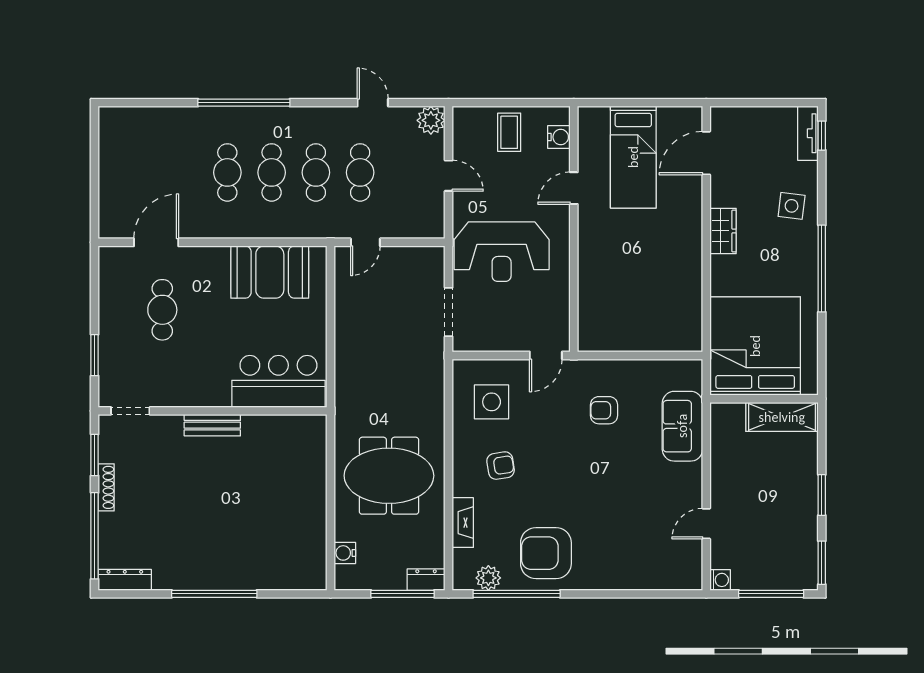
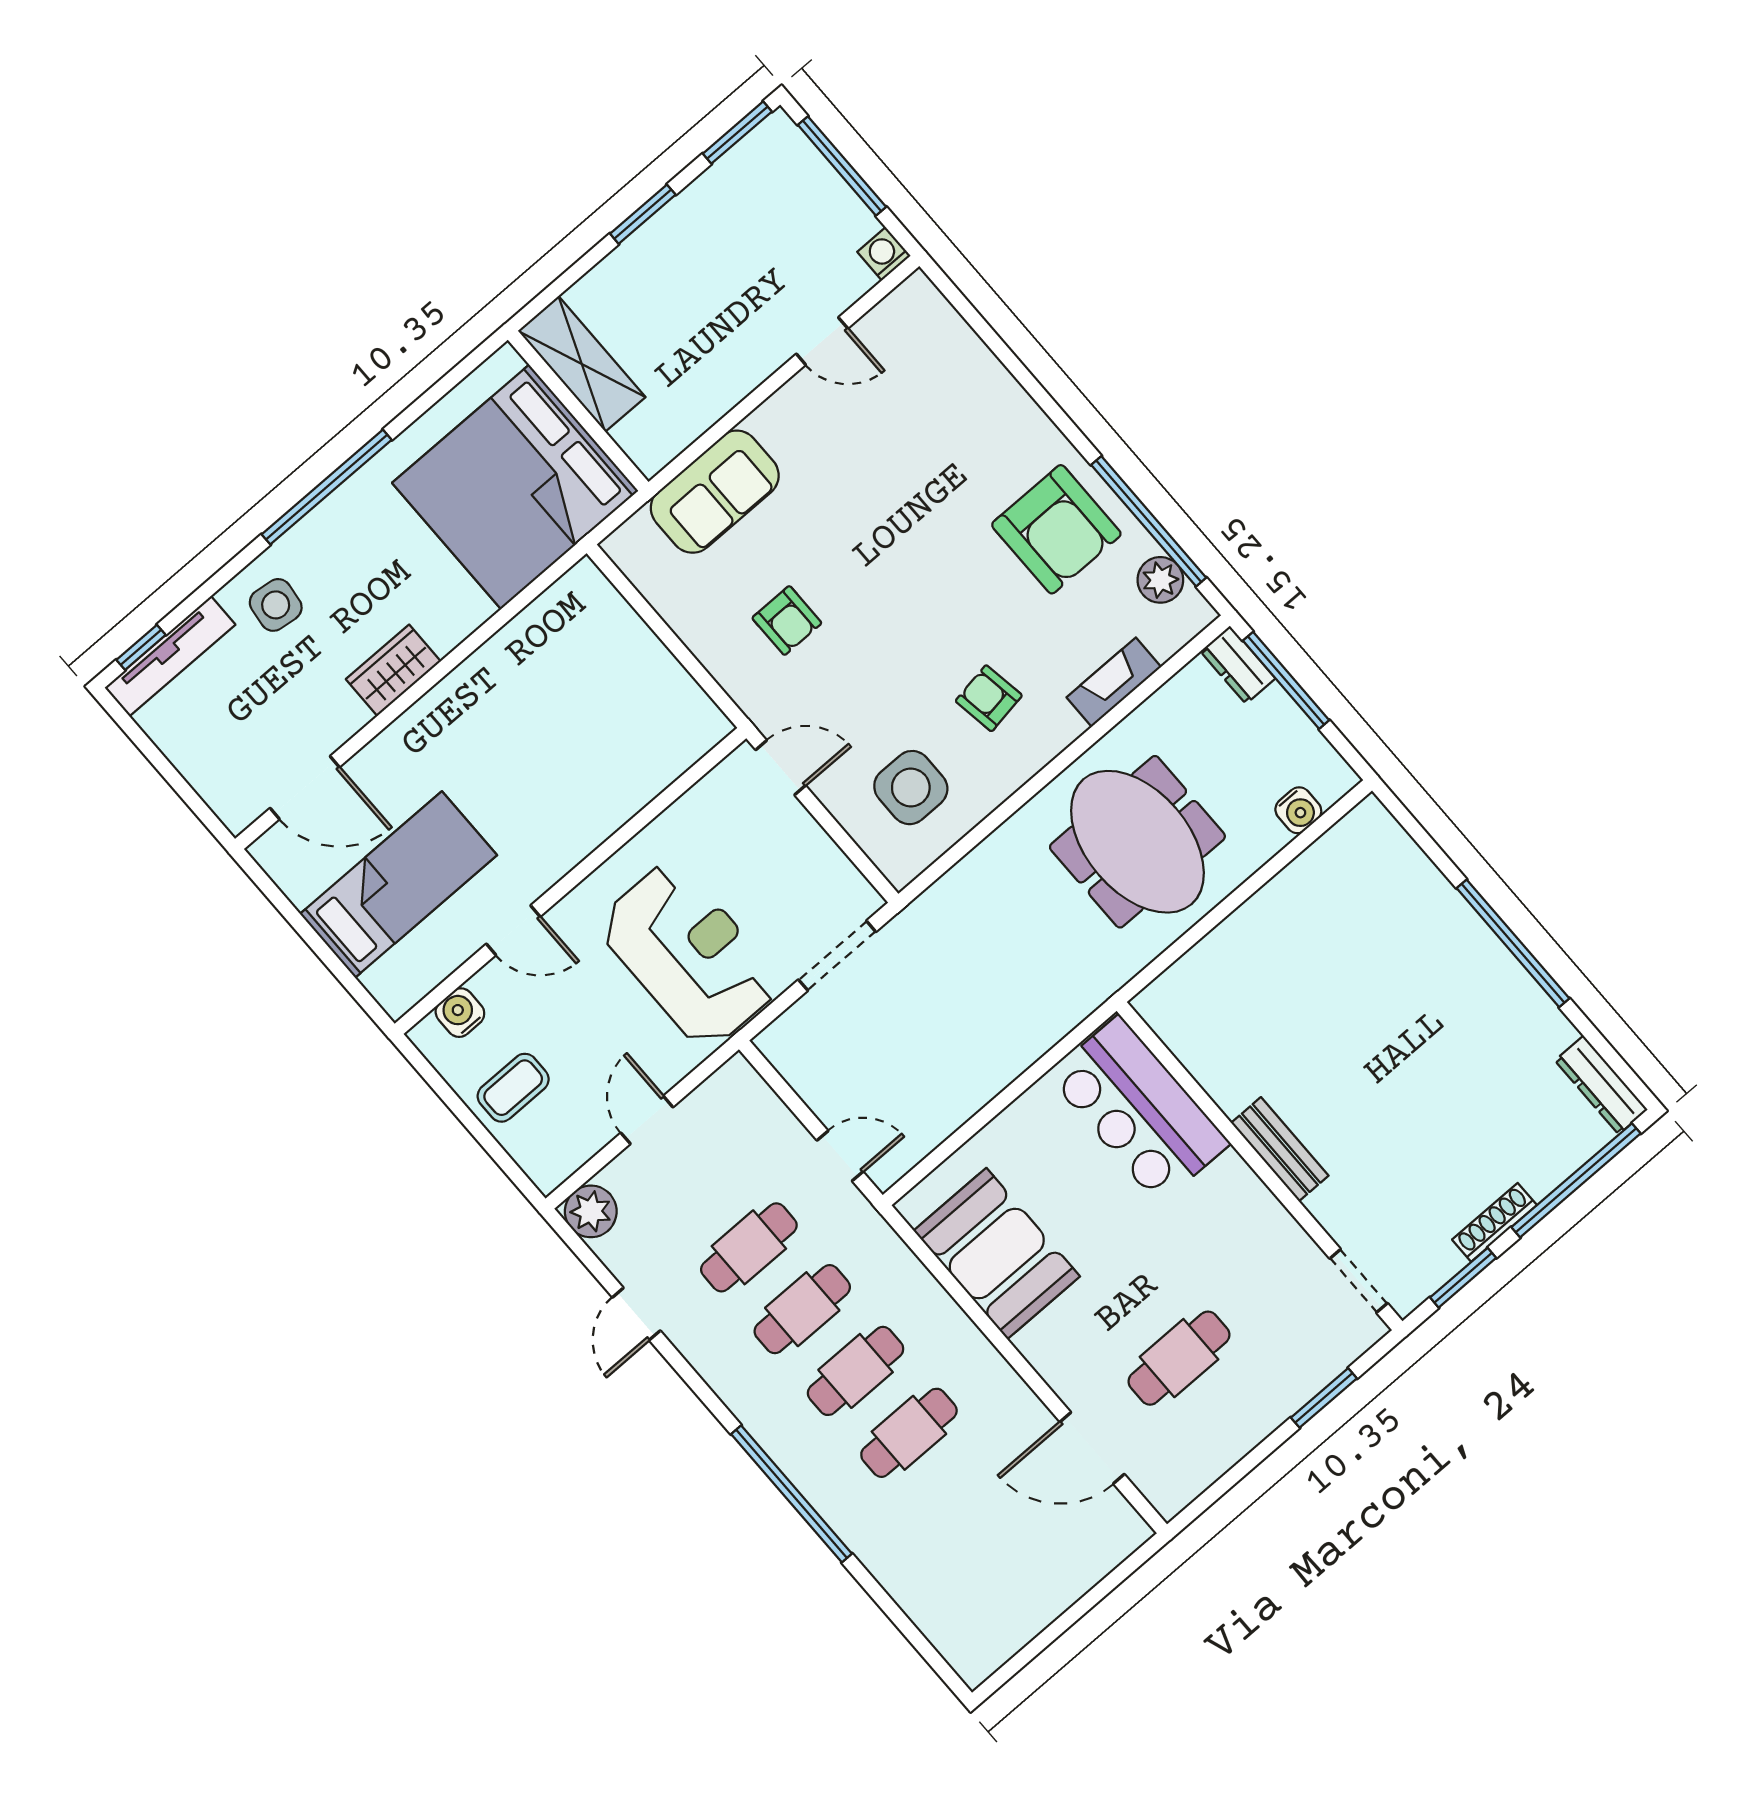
tv unit: (808, 133) -> (170, 656), width x1.41

